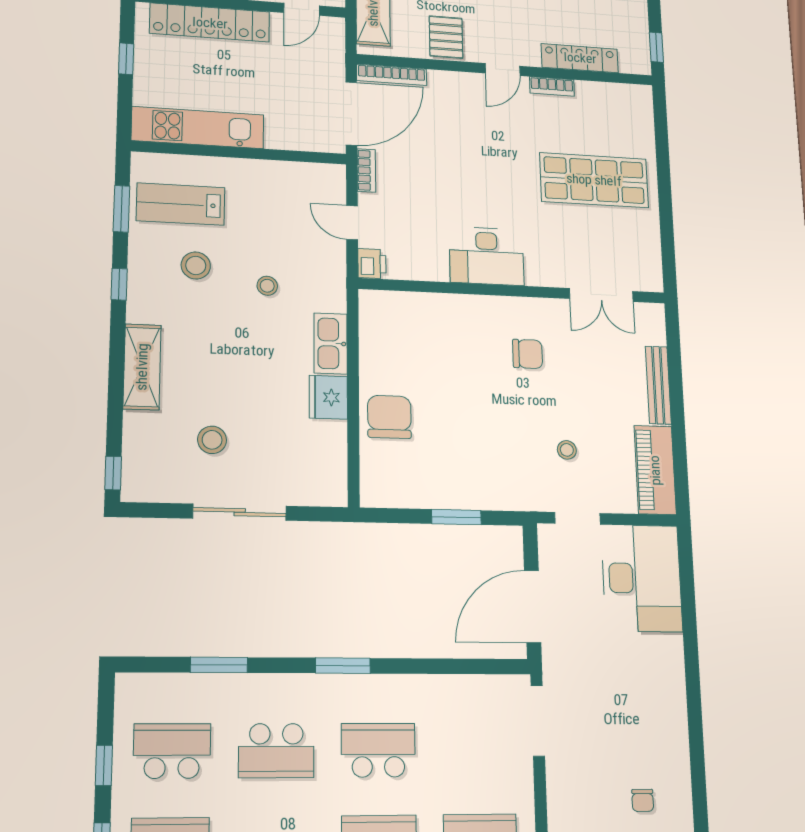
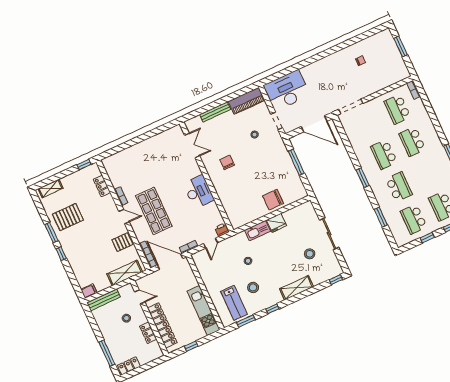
locker: (580, 58) -> (102, 186), width x0.66
shop shelf: (594, 180) -> (154, 211), moved
window: (456, 517) -> (296, 162), width x1.44

